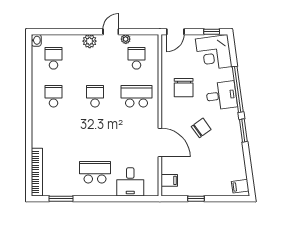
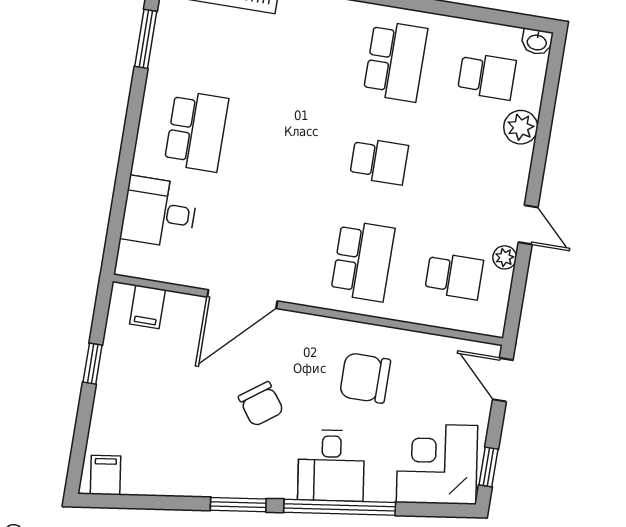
plant: (90, 41) -> (521, 127), moved
school desk: (53, 96) -> (395, 61), width x1.85

